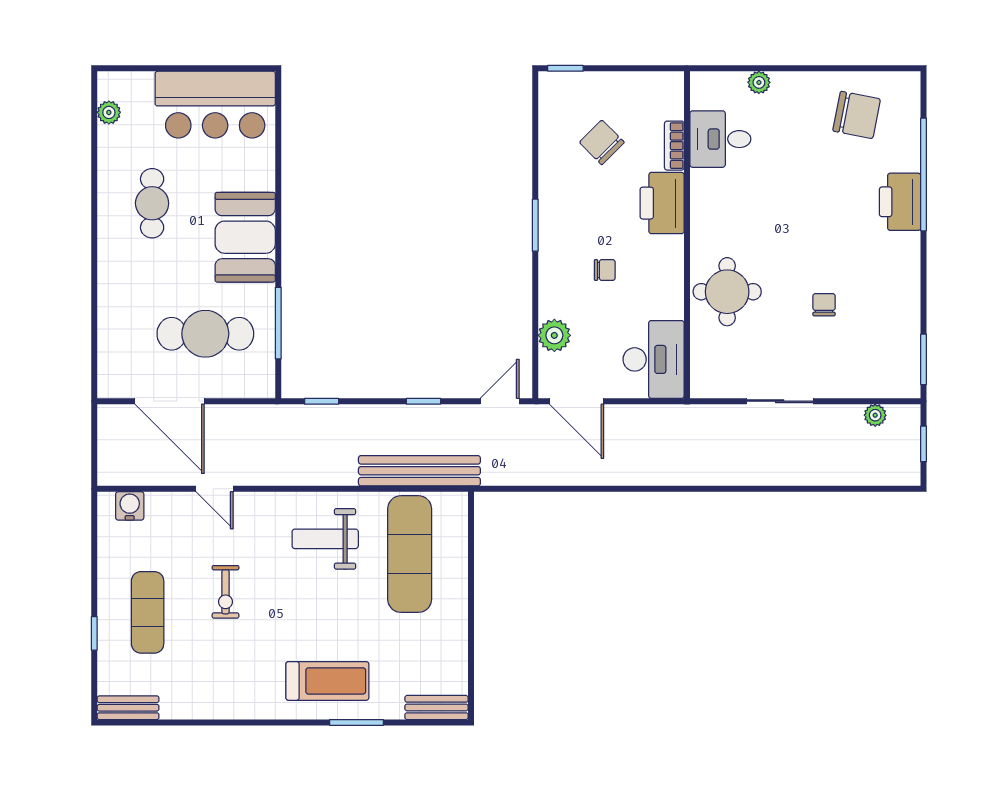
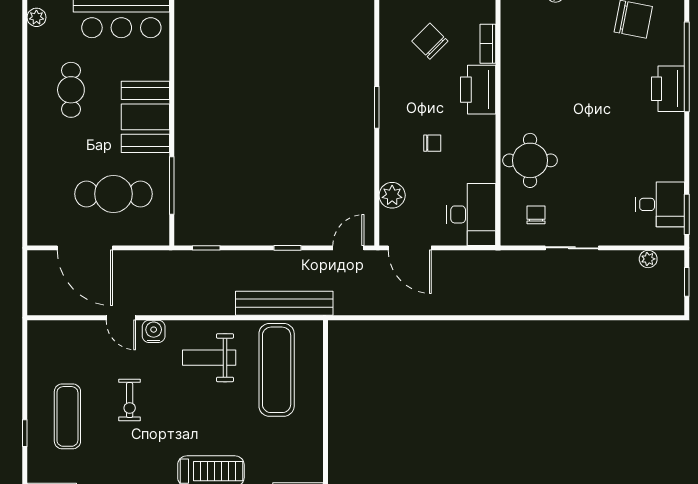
desk: (720, 139) -> (660, 204), moved, turned 180
chair: (824, 305) -> (536, 215), moved
water cooler: (130, 506) -> (154, 331), moved

